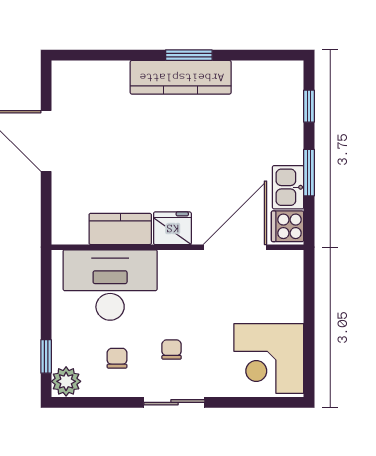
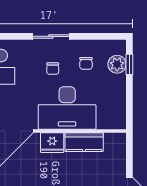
desk: (110, 285) -> (67, 108), moved
plant: (66, 381) -> (117, 64), moved

